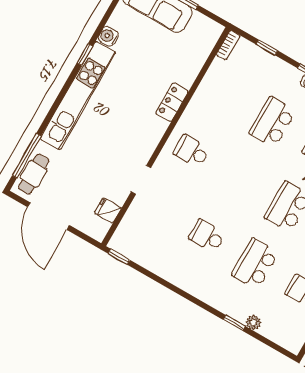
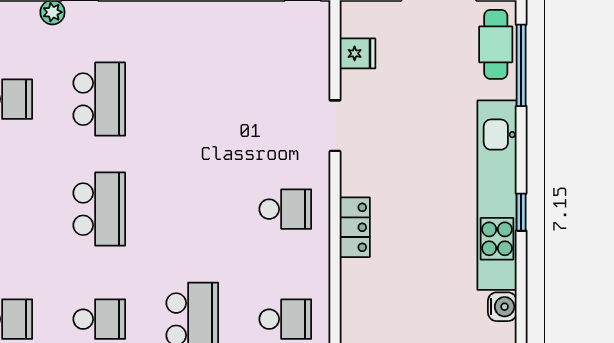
window: (85, 54) -> (521, 212), moved
locker: (172, 102) -> (355, 227), moved
school desk: (207, 236) -> (285, 319), moved

